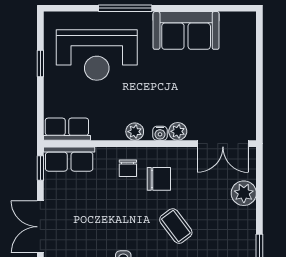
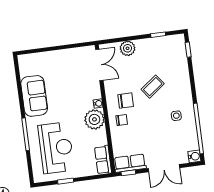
plant: (178, 131) -> (96, 93), removed
plant: (135, 132) -> (94, 119), width x1.88, depth x1.88
row of seats: (69, 159) -> (130, 163), moved, turned -90
chair: (159, 179) -> (126, 101), turned 90

